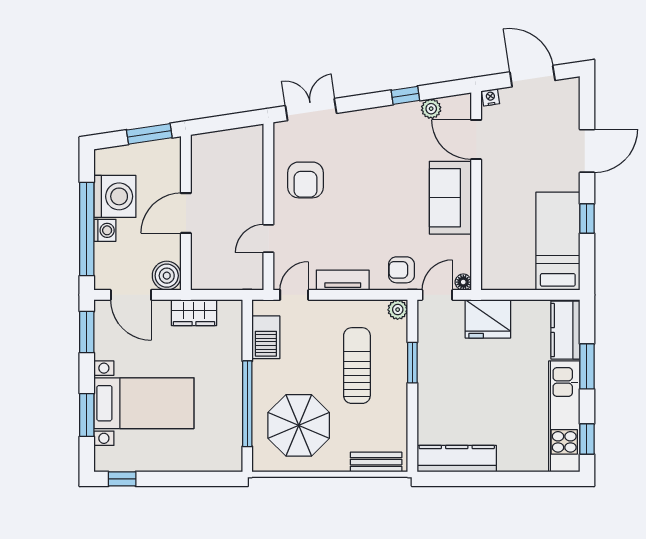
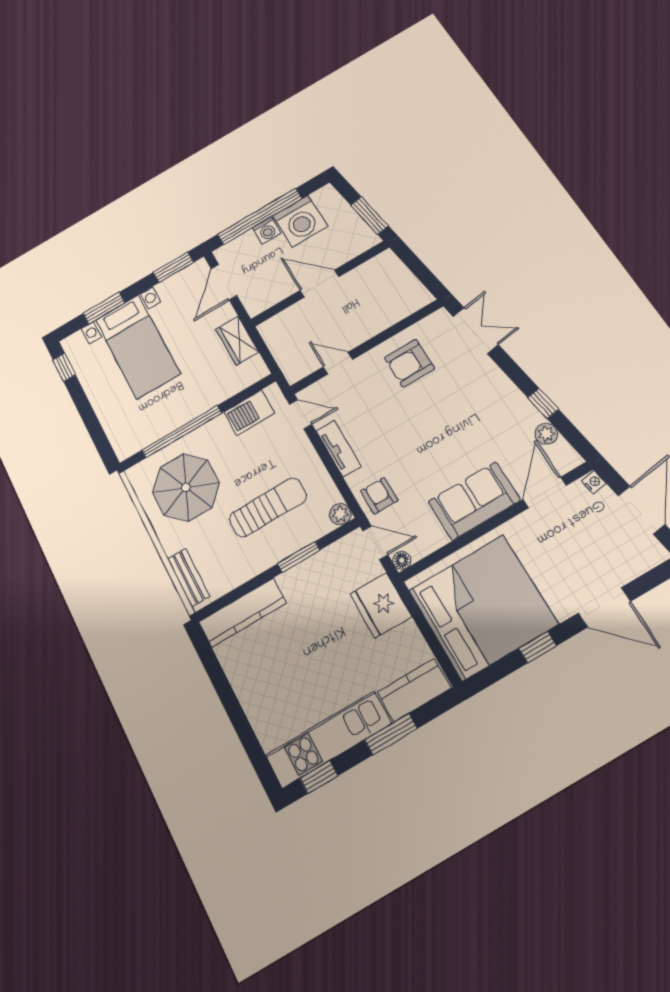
bed: (558, 241) -> (483, 607), width x2.04
boiler: (167, 276) -> (257, 300), removed
kitchen counter: (457, 459) -> (243, 613), moved, turned 90

